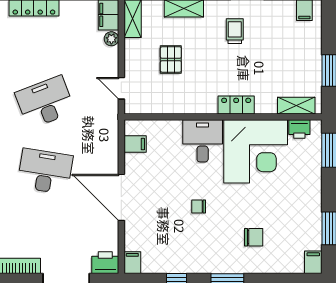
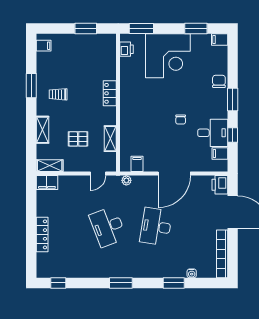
plant: (111, 39) -> (126, 180), moved
shelving: (296, 106) -> (110, 139), moved
desk: (203, 141) -> (213, 133), moved, turned 180
corner desk: (256, 151) -> (168, 56), moved, turned 90
chair: (254, 237) -> (219, 81), moved
filing cabinet: (132, 263) -> (220, 153), moved

